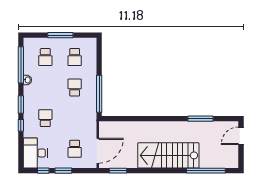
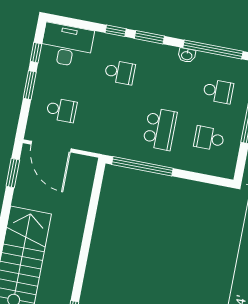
school desk: (45, 57) -> (218, 91), turned 180
school desk: (75, 88) -> (160, 129), width x1.85
school desk: (75, 149) -> (61, 110), turned 180

